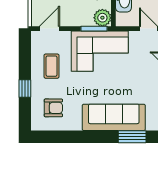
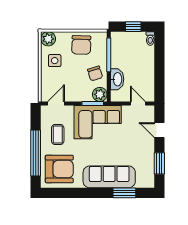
window: (25, 89) -> (36, 153), width x3.17
armchair: (53, 108) -> (59, 169), width x1.88, depth x1.88

